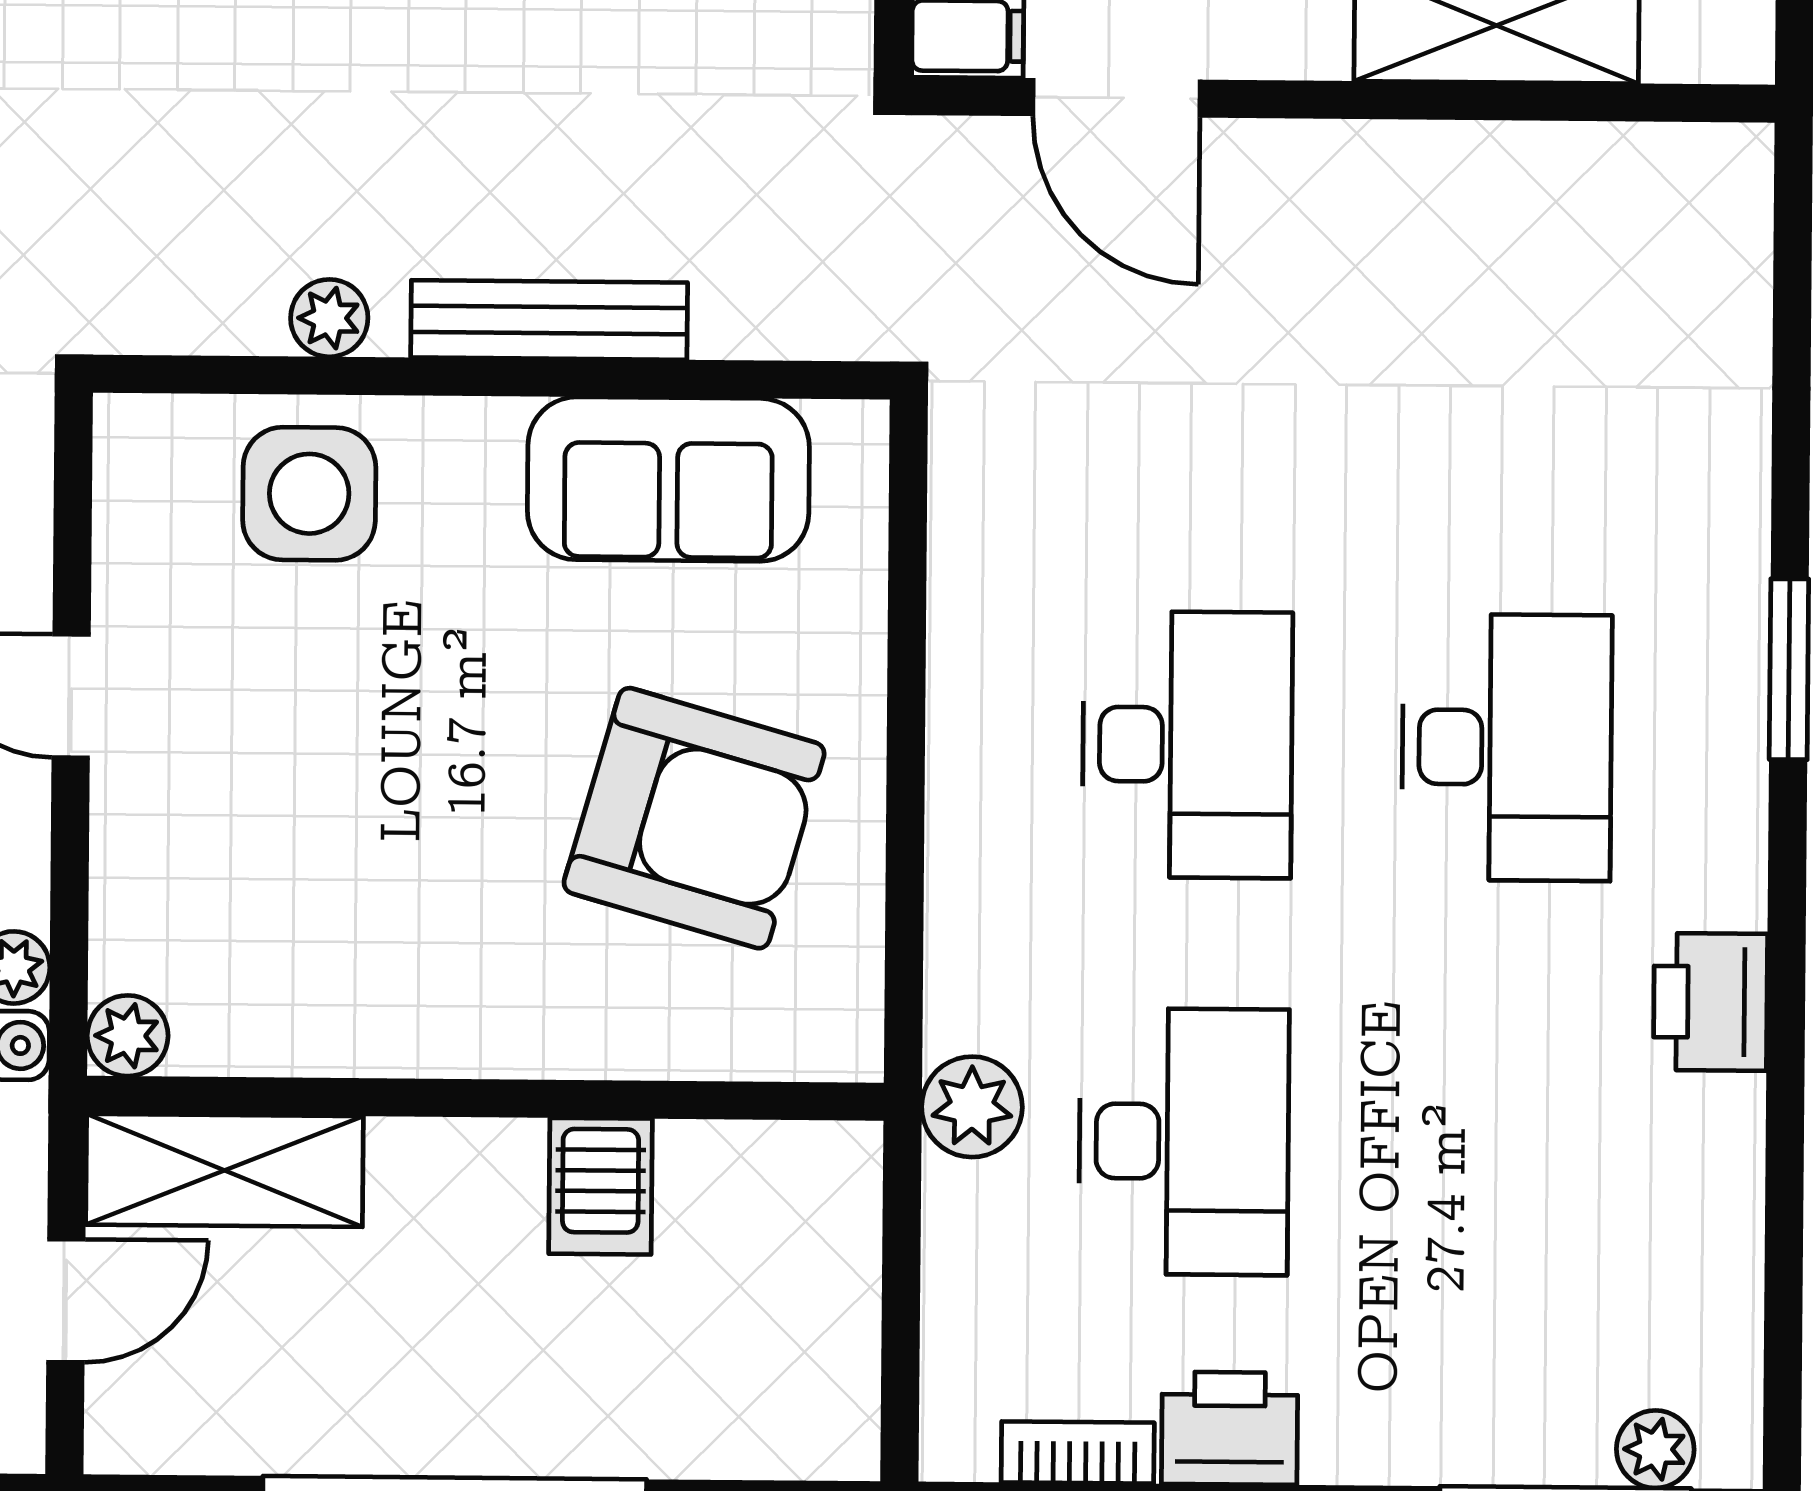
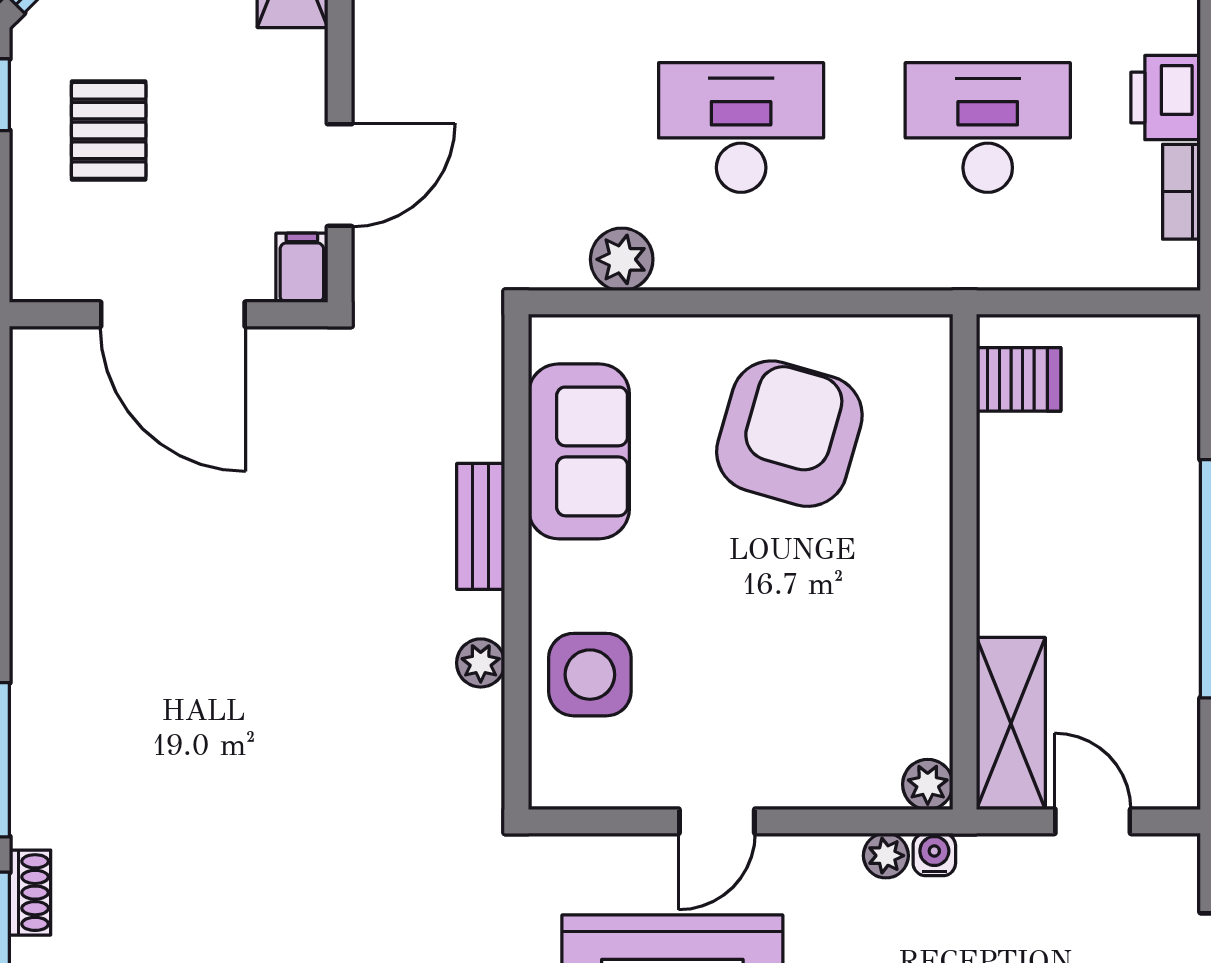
bench: (549, 320) -> (481, 526), width x0.73
plant: (972, 1107) -> (622, 259), moved
server rack: (601, 1186) -> (1019, 379), moved

